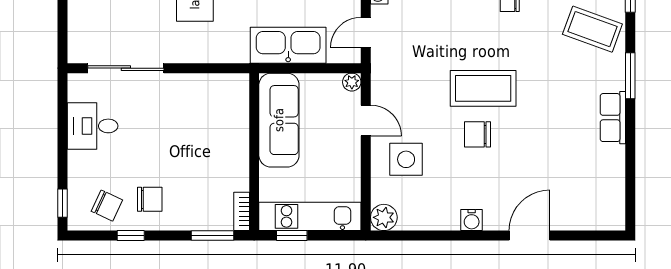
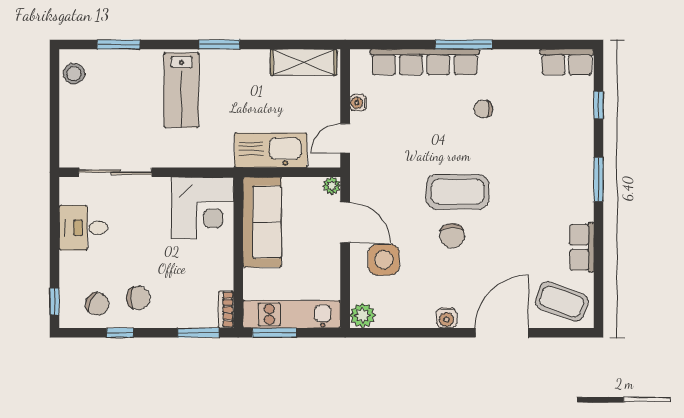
coffee table: (592, 29) -> (562, 301), moved
corner desk: (217, 105) -> (203, 208), added
row of seats: (613, 118) -> (582, 247), moved
door: (366, 120) -> (345, 222), width x1.38
chair: (478, 134) -> (452, 236), turned -90
window: (292, 236) -> (274, 333), width x1.50
door: (530, 236) -> (502, 333), width x1.36

